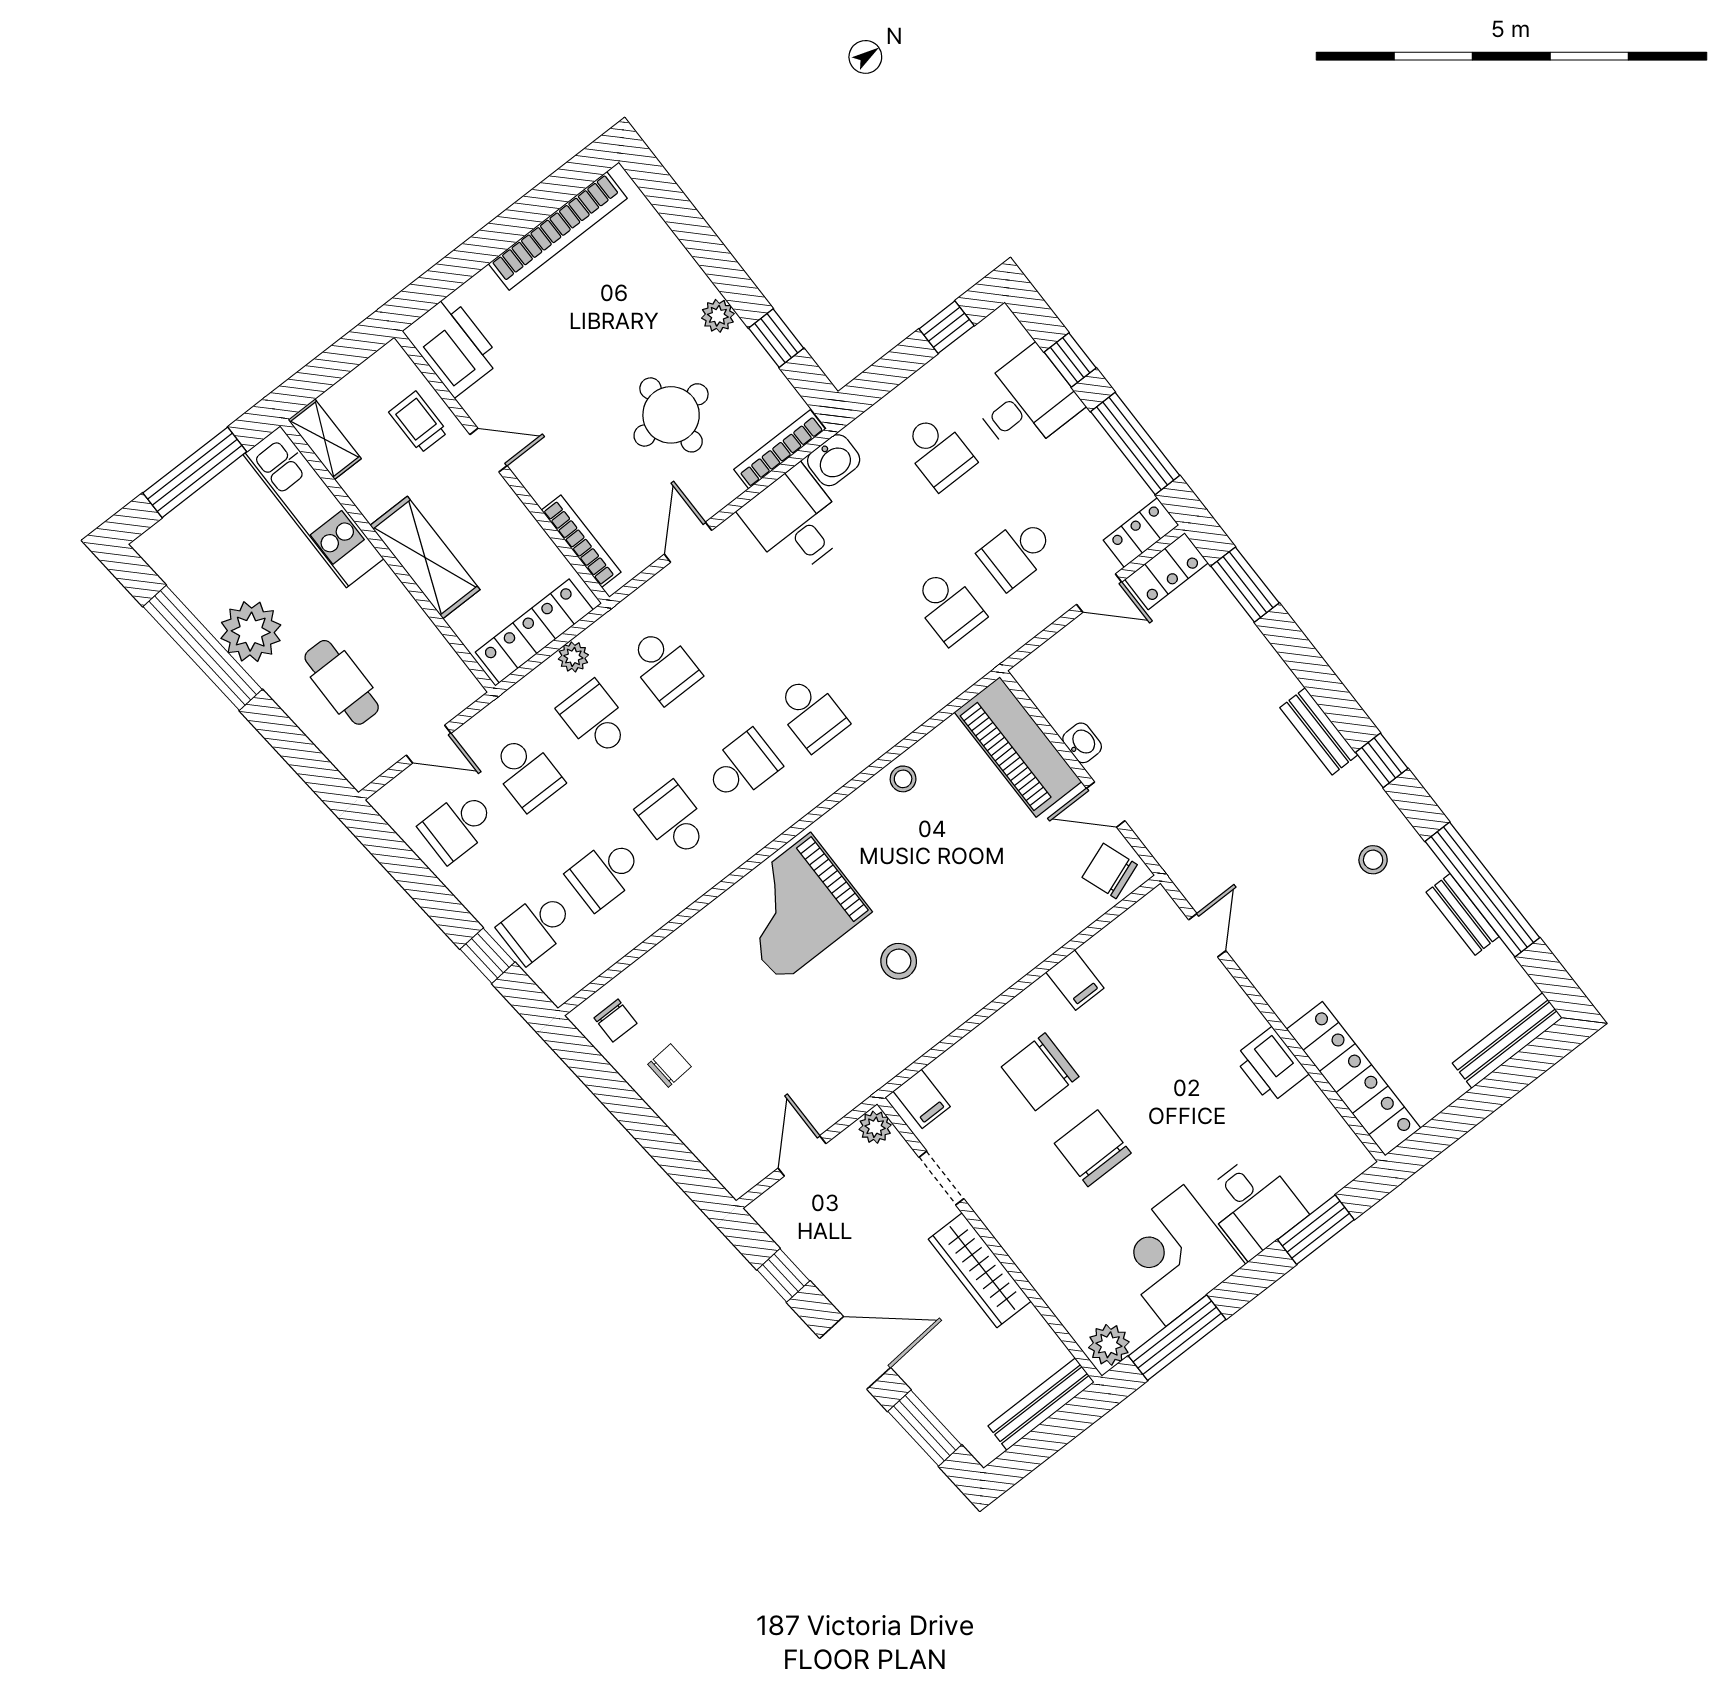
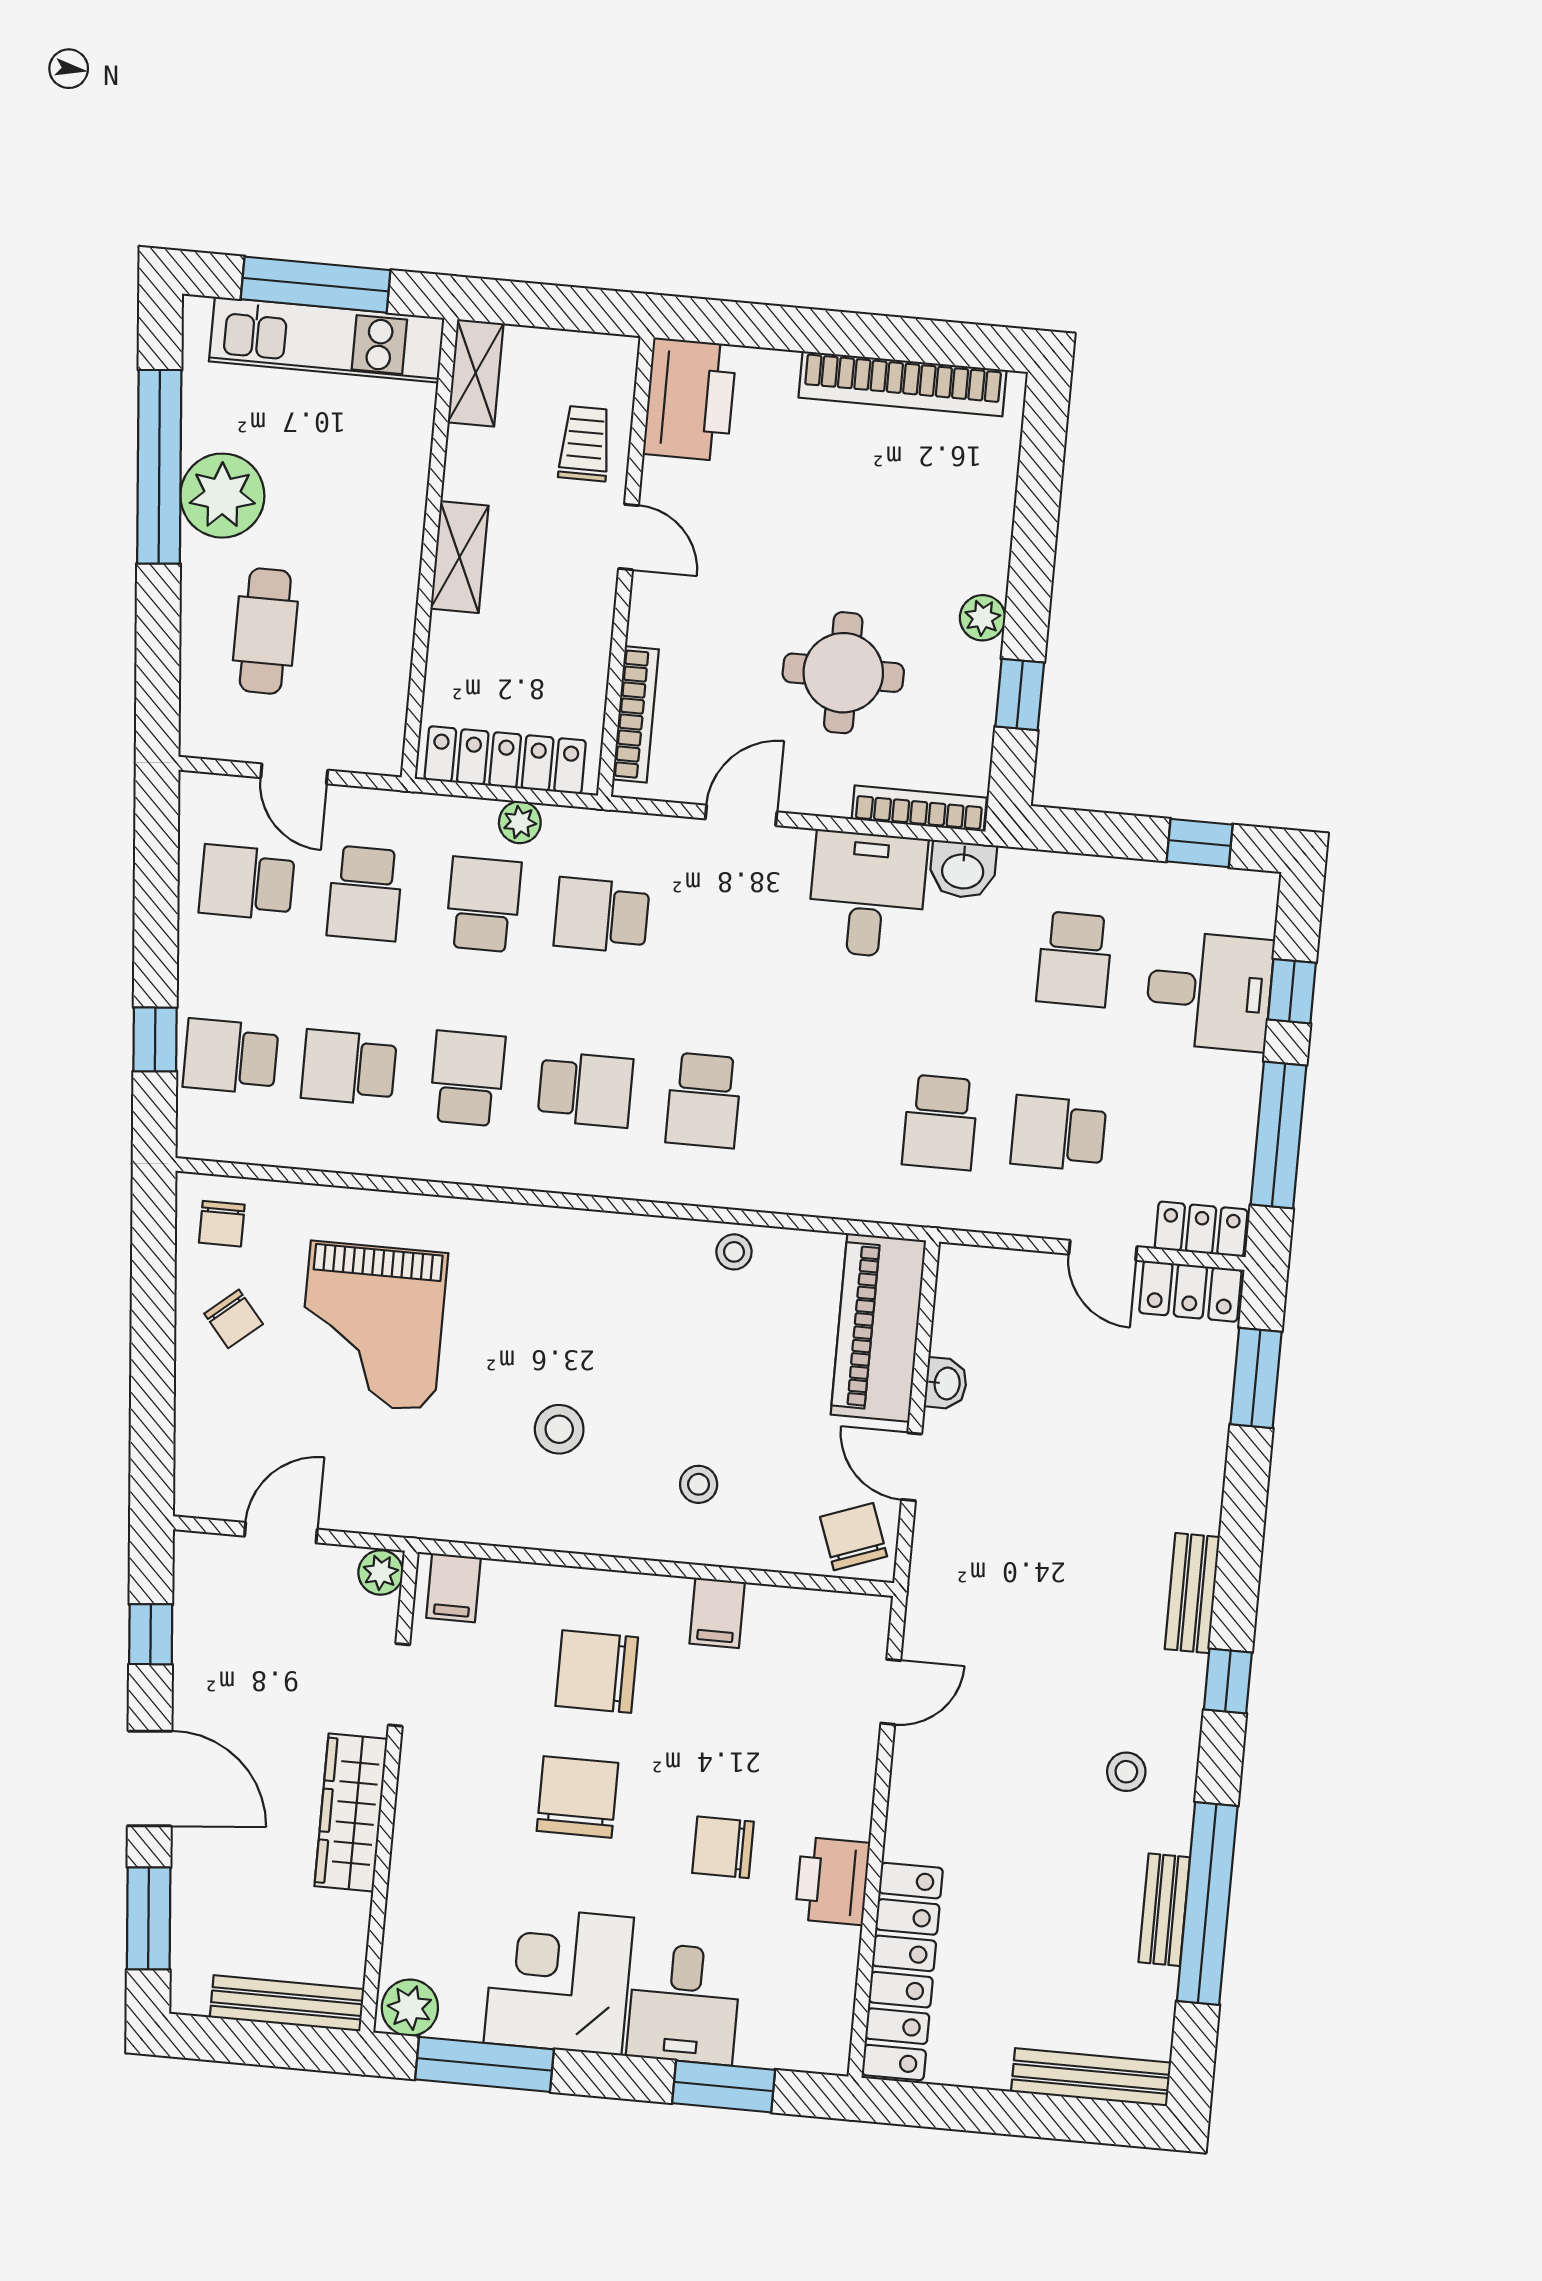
kitchen unit: (313, 507) -> (327, 340), moved, turned -90
shelving: (425, 558) -> (459, 557), width x0.67, depth x0.75
school desk: (664, 666) -> (602, 915), turned 90
grand piano: (795, 908) -> (372, 1326), moved, turned -90
stool: (1001, 921) -> (699, 1484), added
chair: (669, 1066) -> (234, 1319), turned 54
chair: (1196, 1102) -> (723, 1847), added

